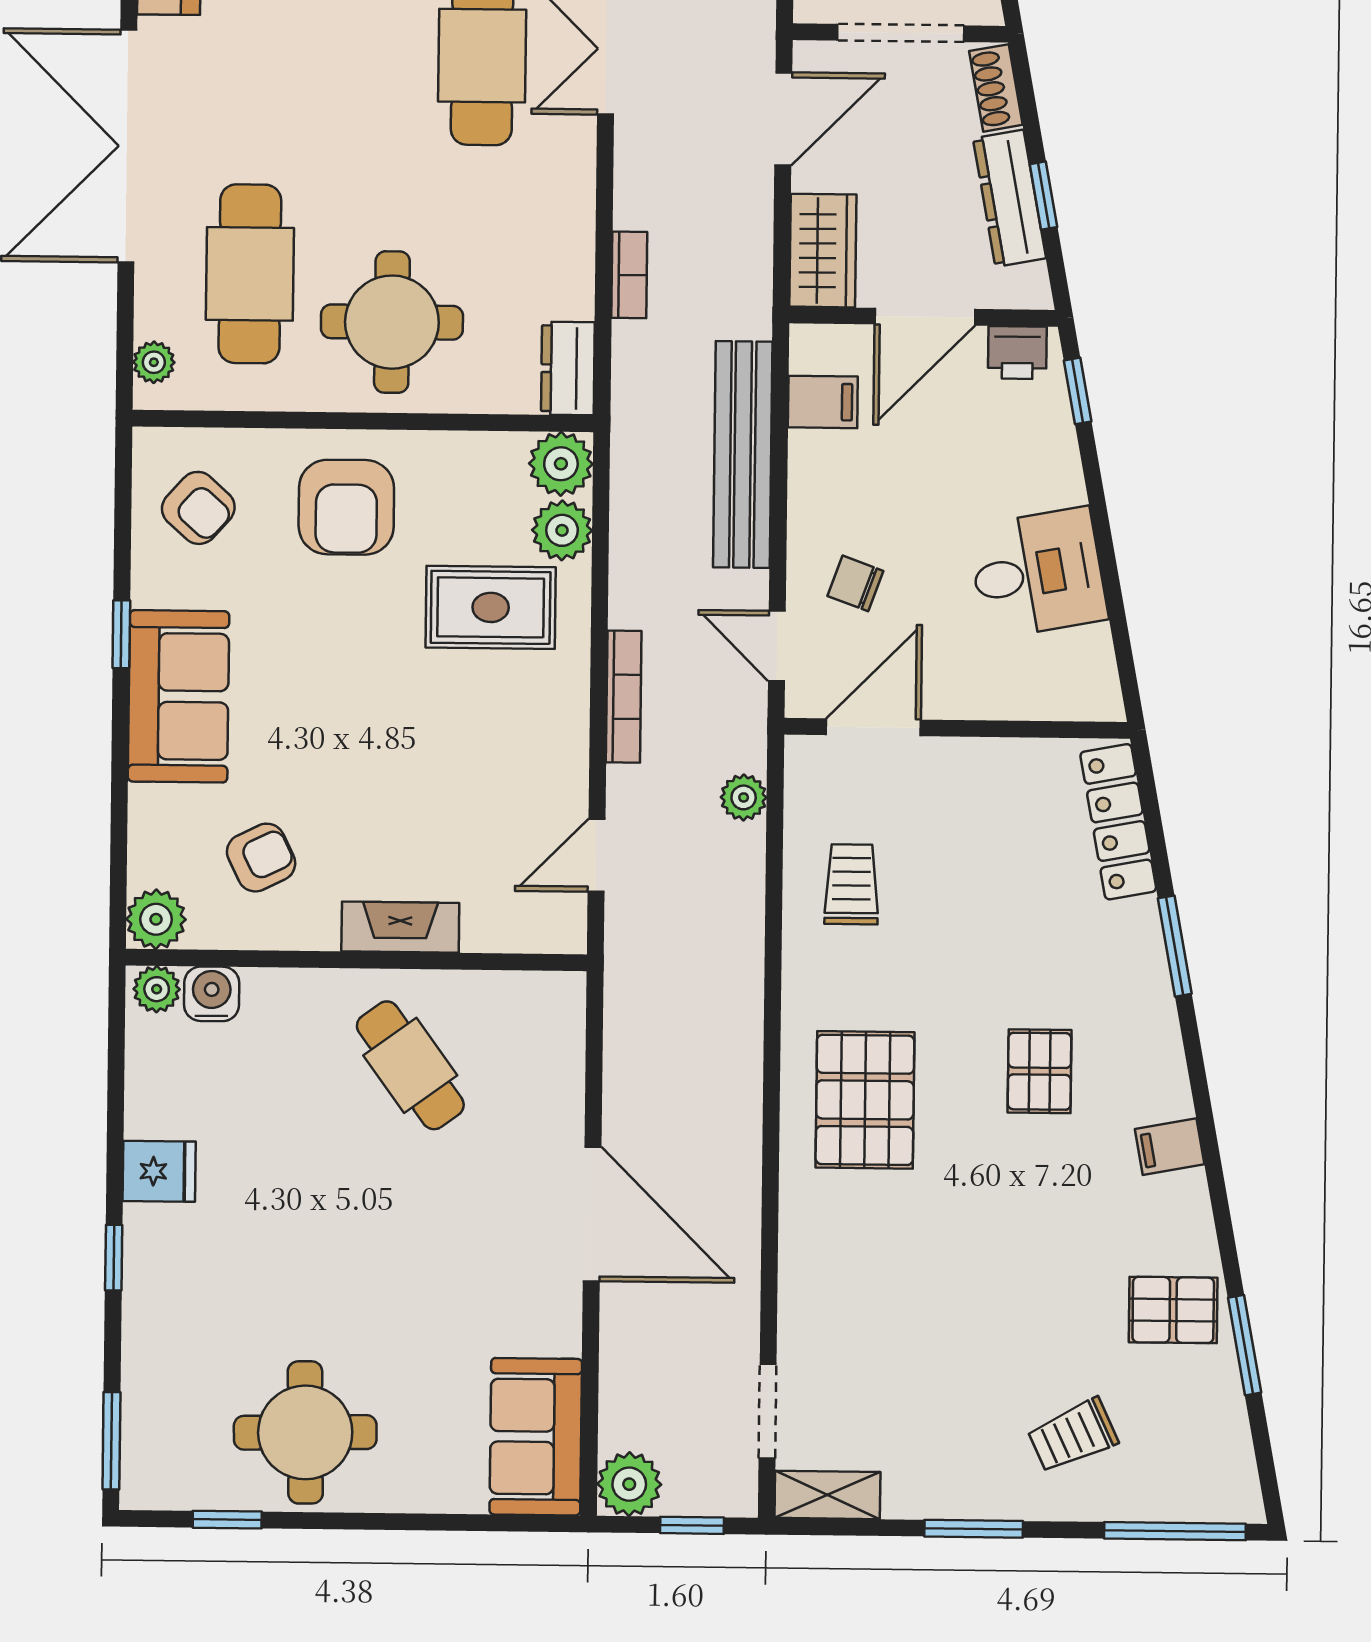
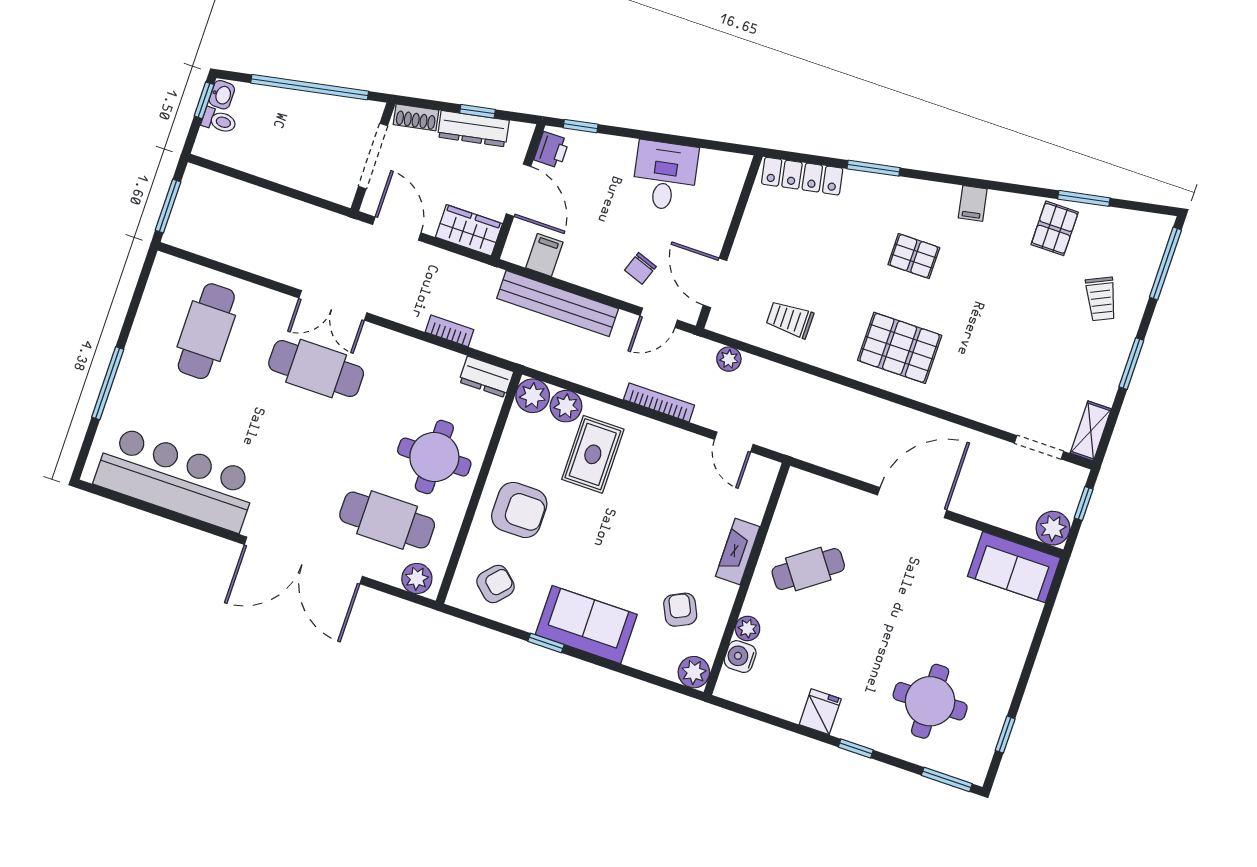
plant: (154, 362) -> (417, 579), width x1.38, depth x1.38
plant: (157, 989) -> (747, 628), moved
round table: (305, 1432) -> (930, 701), moved

